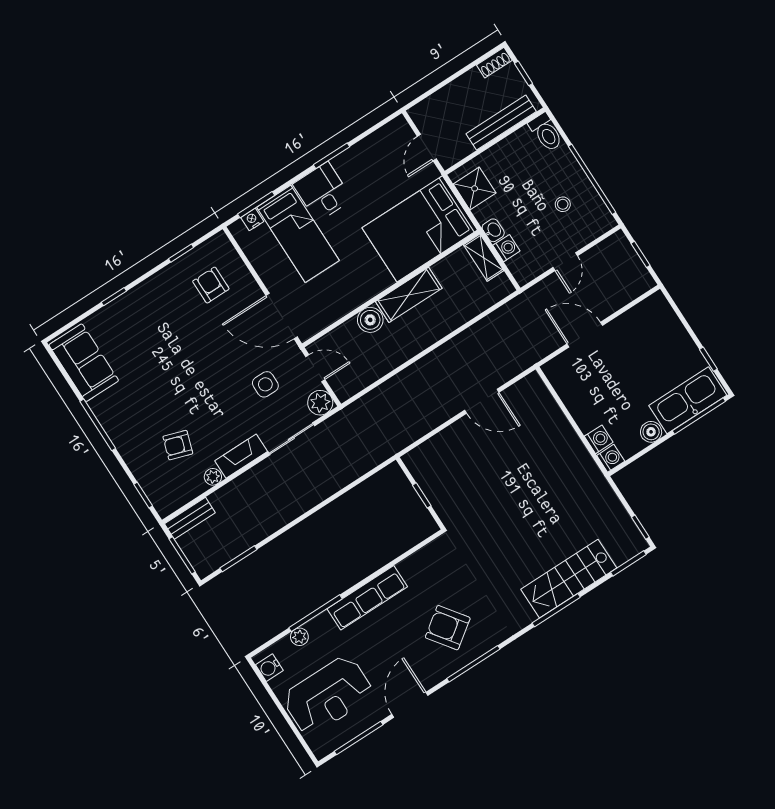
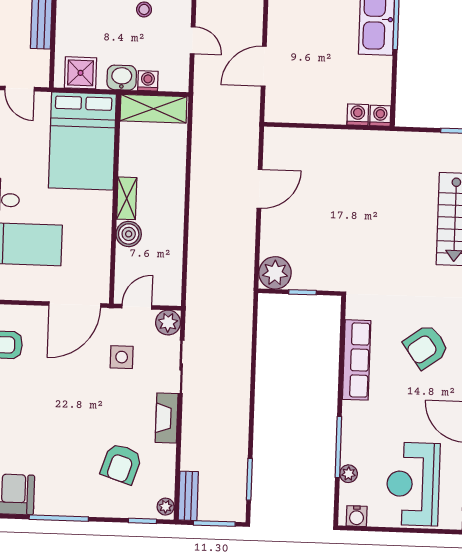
washbasin: (493, 230) -> (122, 78), width x1.38, depth x1.45
shelving: (484, 258) -> (153, 109), width x1.50, depth x1.33
shelving: (409, 295) -> (127, 198), width x0.67, depth x0.75
boiler: (651, 432) -> (382, 67), removed
armchair: (178, 445) -> (121, 464), width x1.38, depth x1.38
plant: (422, 462) -> (275, 273), added
plant: (213, 477) -> (166, 507), moved
row of seats: (367, 598) -> (357, 360), moved
reception desk: (328, 696) -> (413, 484), turned 180

